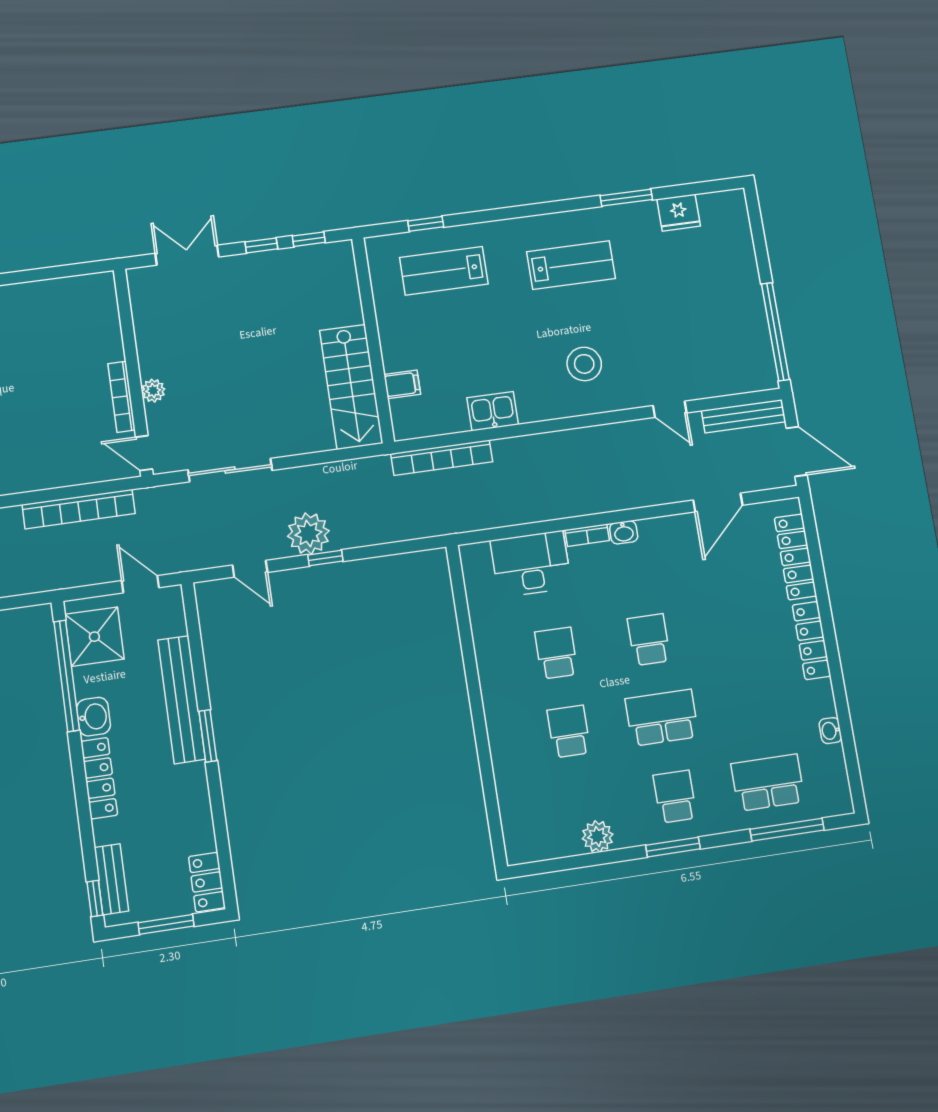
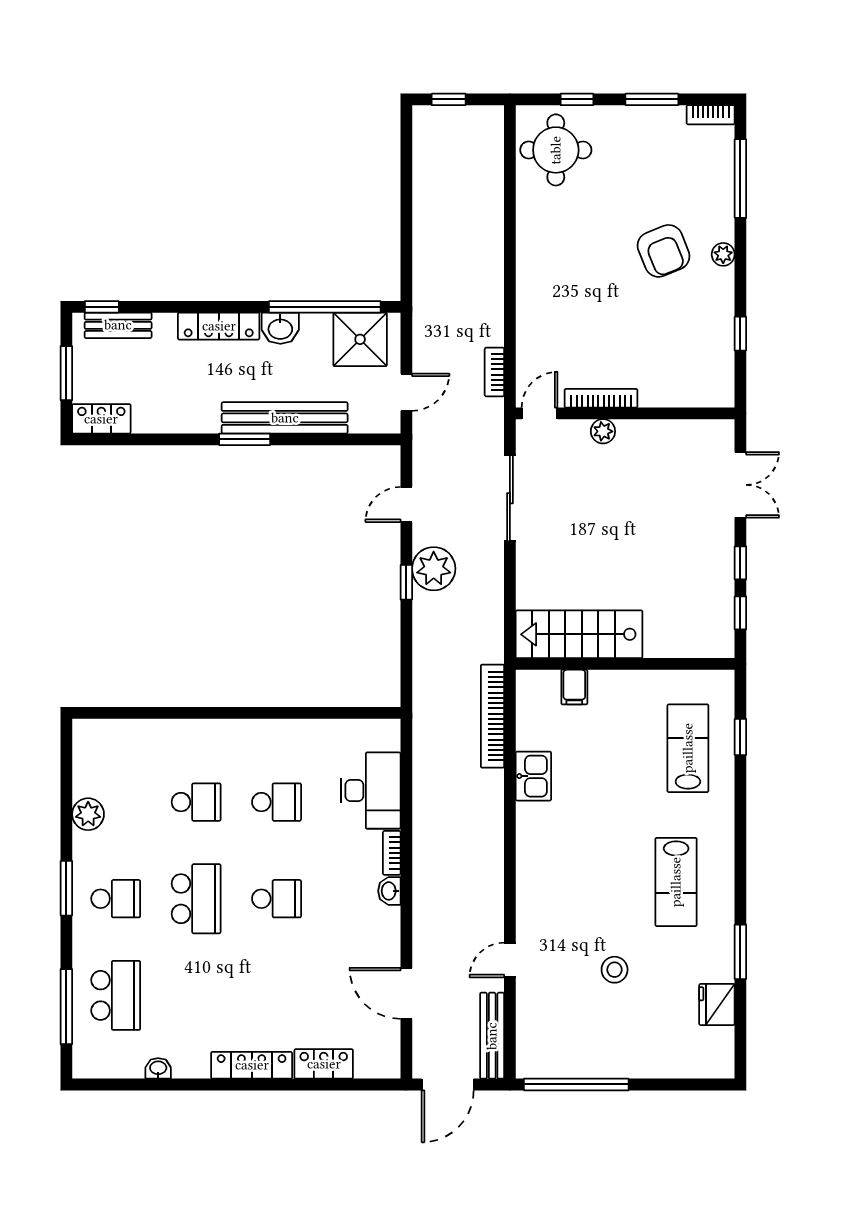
window: (42, 274) -> (740, 334), added
stool: (584, 364) -> (615, 970), moved, width x0.73, depth x0.73
bookcase: (79, 509) -> (494, 372), width x0.43, depth x0.76
locker: (795, 557) -> (324, 1064), width x0.66

